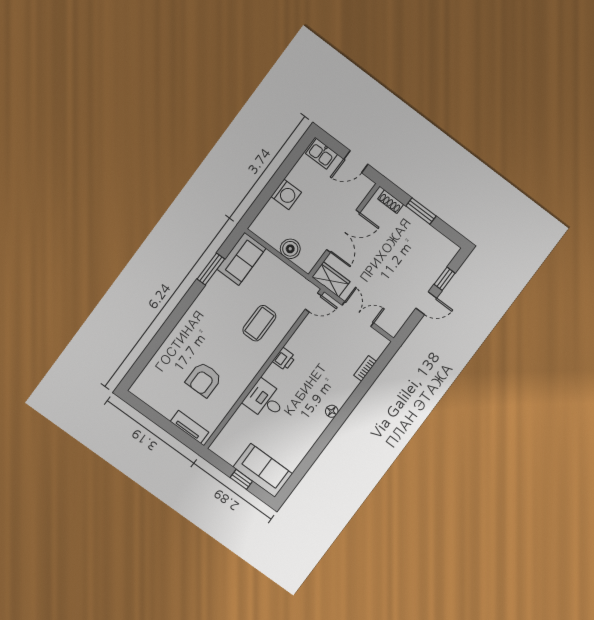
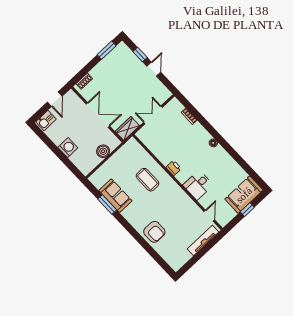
window: (421, 211) -> (107, 50), moved
sofa: (242, 259) -> (115, 196), moved
door: (313, 302) -> (209, 216), moved
armchair: (204, 380) -> (154, 232), moved
tv unit: (189, 427) -> (203, 240), width x1.41

